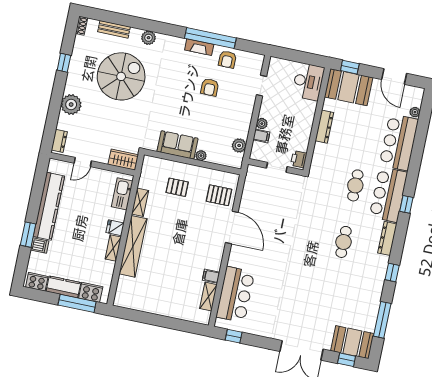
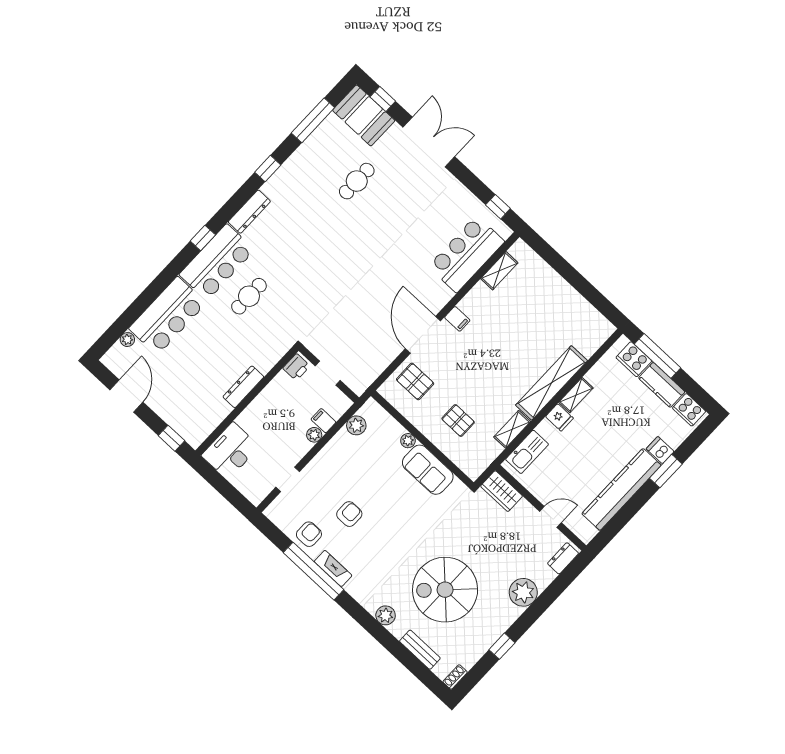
booth: (349, 87) -> (187, 416), removed
cafe table: (344, 242) -> (357, 181), moved
filing cabinet: (211, 276) -> (457, 319), moved

